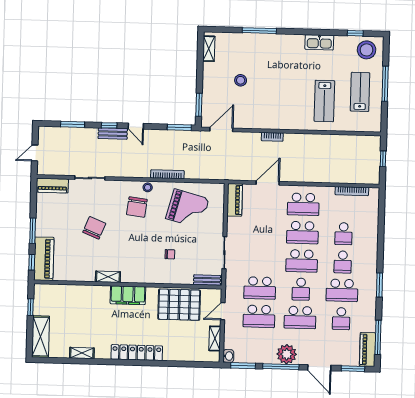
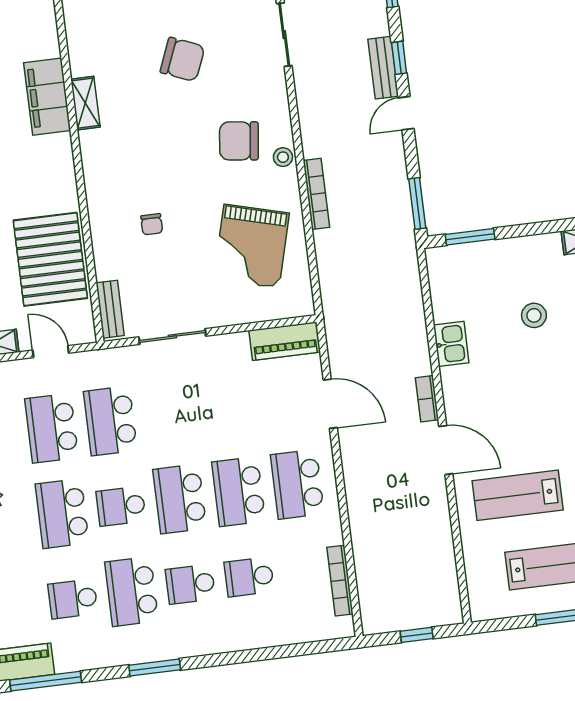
kitchen sink: (248, 121) -> (451, 344), added
door: (221, 130) -> (446, 450), moved
filing cabinet: (128, 295) -> (47, 97), moved

